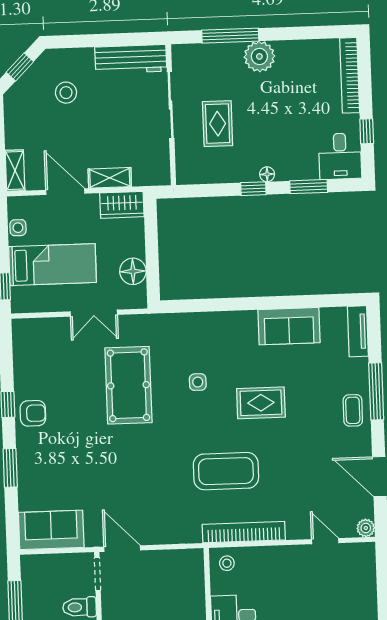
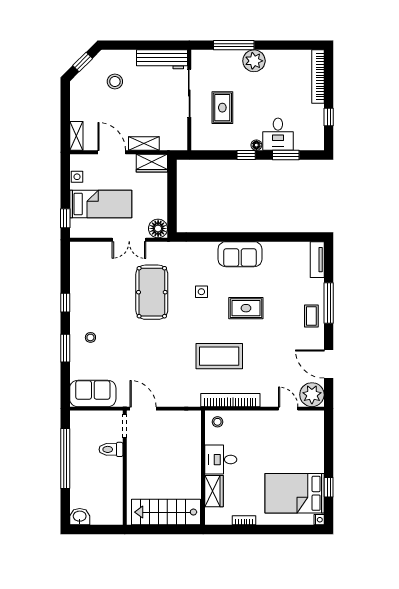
desk: (340, 156) -> (278, 134), moved
floor lamp: (133, 271) -> (158, 228), moved
sofa: (289, 326) -> (240, 254), moved
armchair: (33, 413) -> (83, 310), removed
stool: (45, 452) -> (90, 337), added
plant: (366, 528) -> (312, 395), width x1.87, depth x1.87

